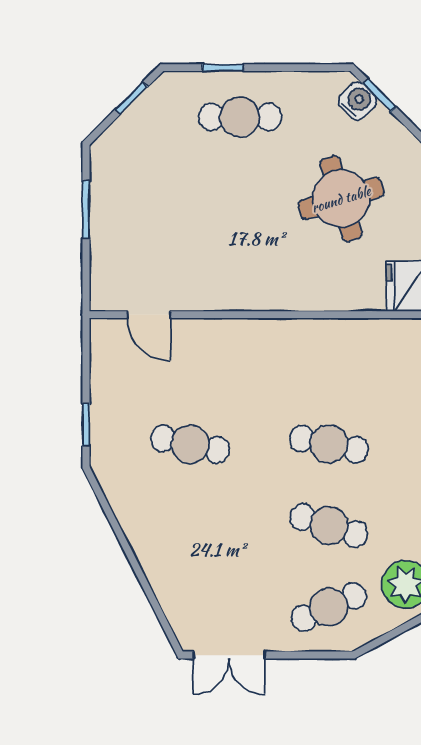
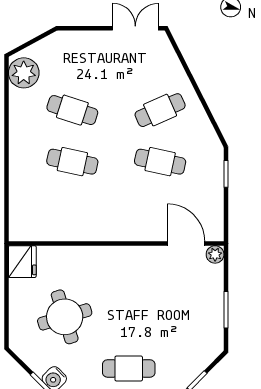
plant: (103, 297) -> (215, 254), added
door: (149, 315) -> (186, 244), width x1.38
cafe table: (329, 607) -> (160, 110), moved

